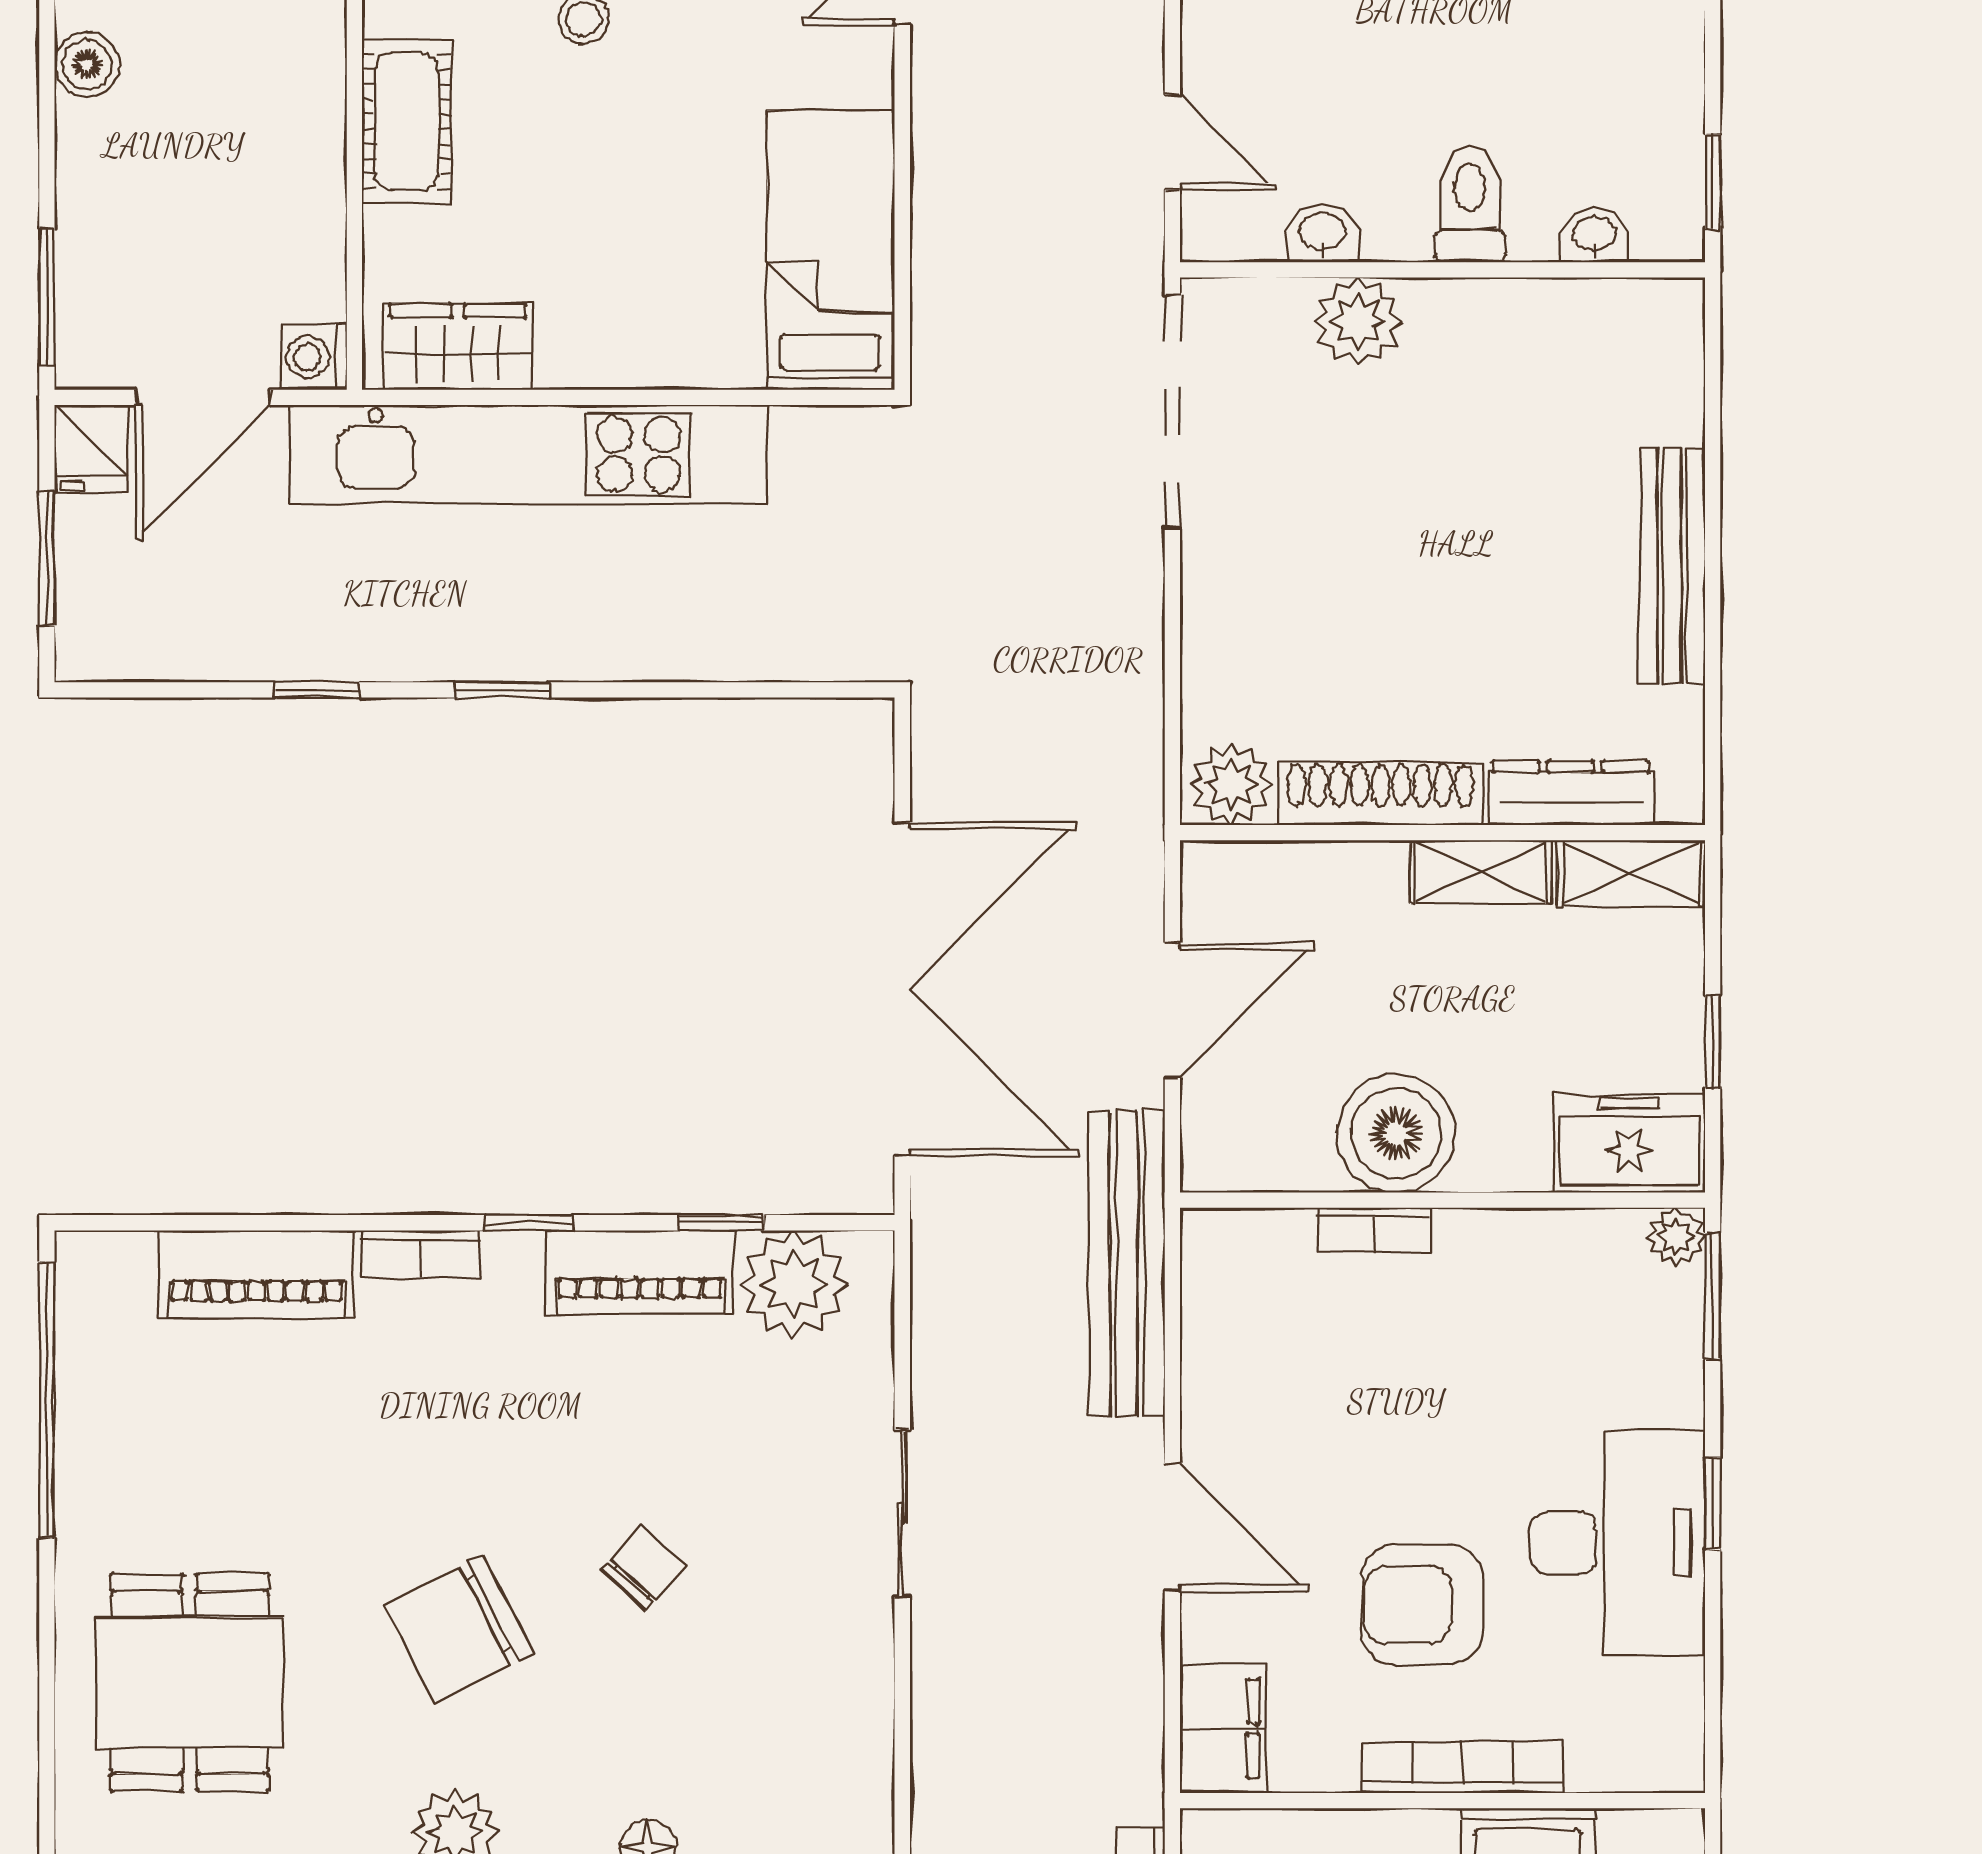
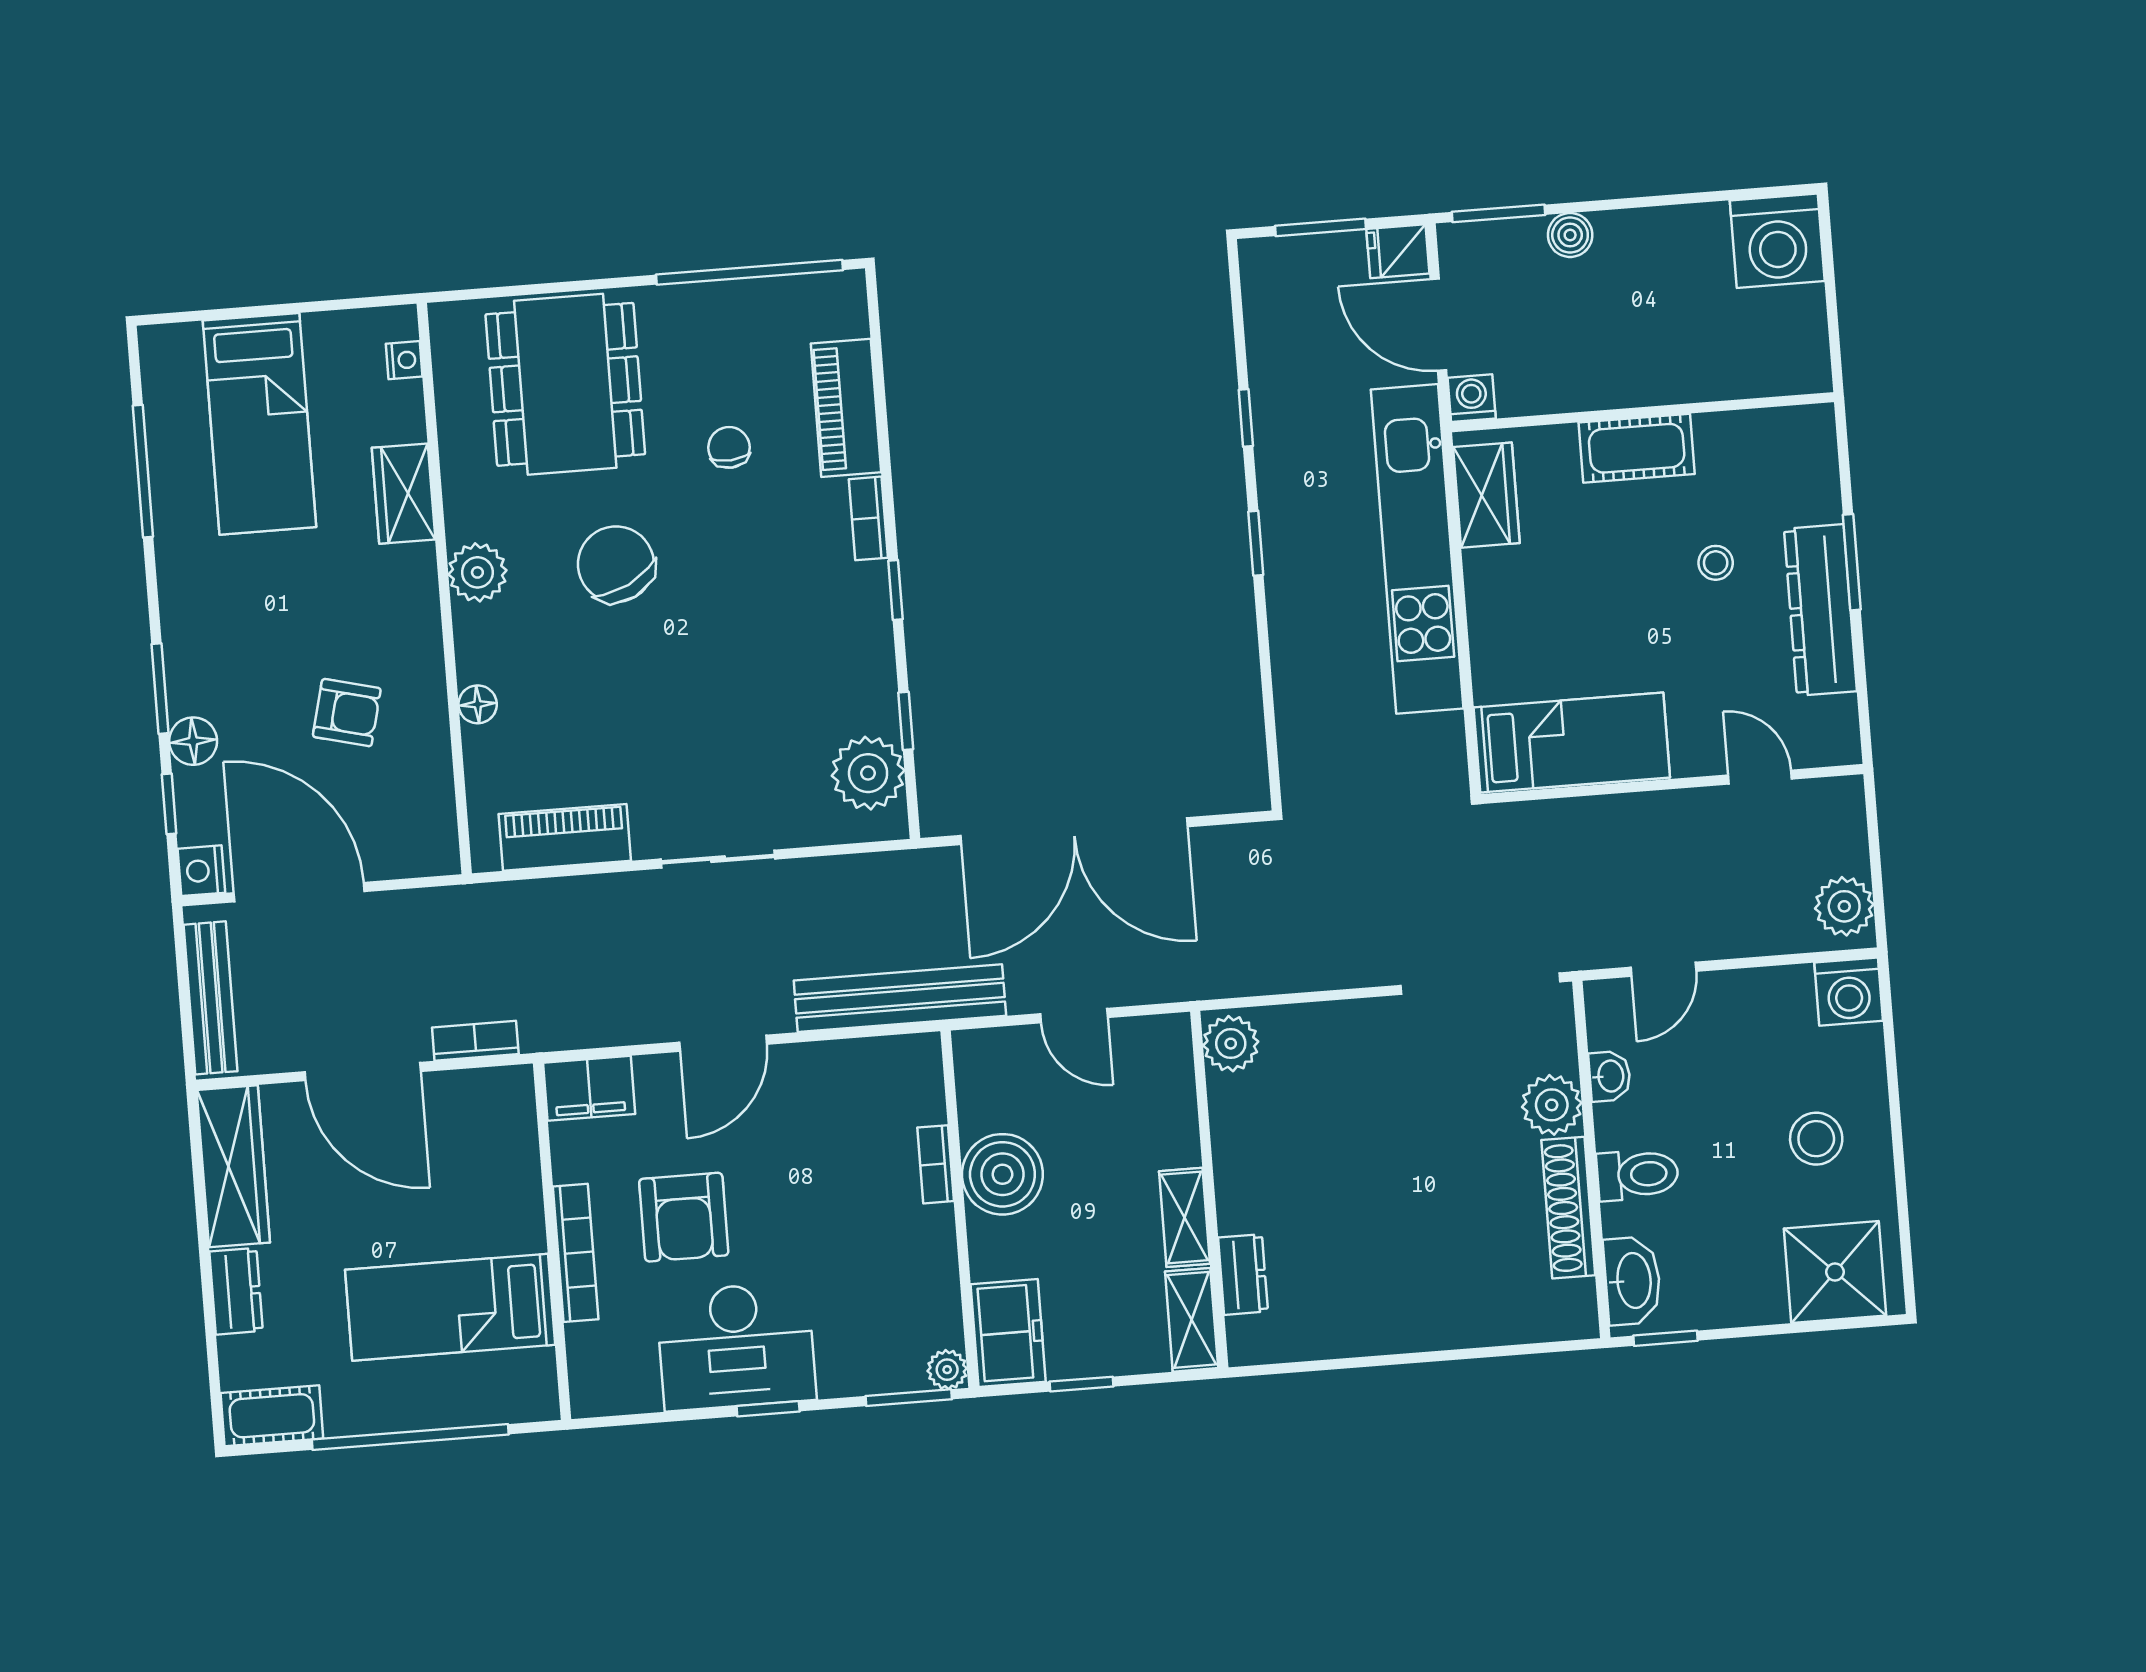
boiler: (87, 65) -> (1570, 235), moved
washbasin: (1594, 235) -> (1632, 1281), width x1.91, depth x1.45
bench: (1672, 566) -> (1403, 1331), removed
shoe rack: (1380, 793) -> (1568, 1208), moved, turned 180
dresser: (1571, 793) -> (1243, 1275), width x0.70
door: (1172, 1010) -> (1074, 1016), width x0.73
piano: (640, 1272) -> (565, 837), moved, turned 90
chair: (644, 1568) -> (729, 447), moved, turned -136
armchair: (1422, 1605) -> (684, 1217), turned 180
dining table: (190, 1682) -> (565, 384), width x1.37

